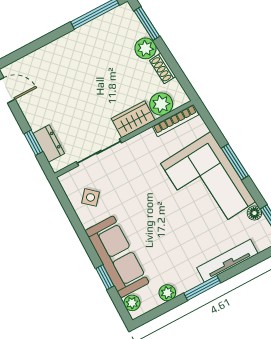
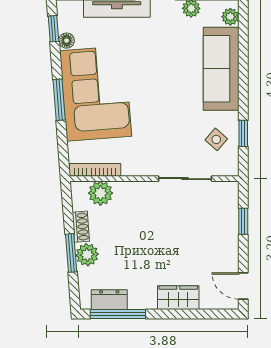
window: (147, 24) -> (71, 253), moved
wardrobe: (133, 119) -> (178, 298), moved, turned 180
dresser: (49, 144) -> (109, 300), moved, turned 90
window: (105, 277) -> (243, 133), moved

